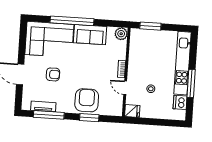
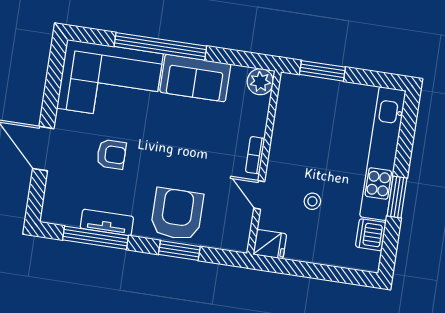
window: (191, 83) -> (397, 197), width x0.69
tv unit: (43, 106) -> (107, 222), moved

